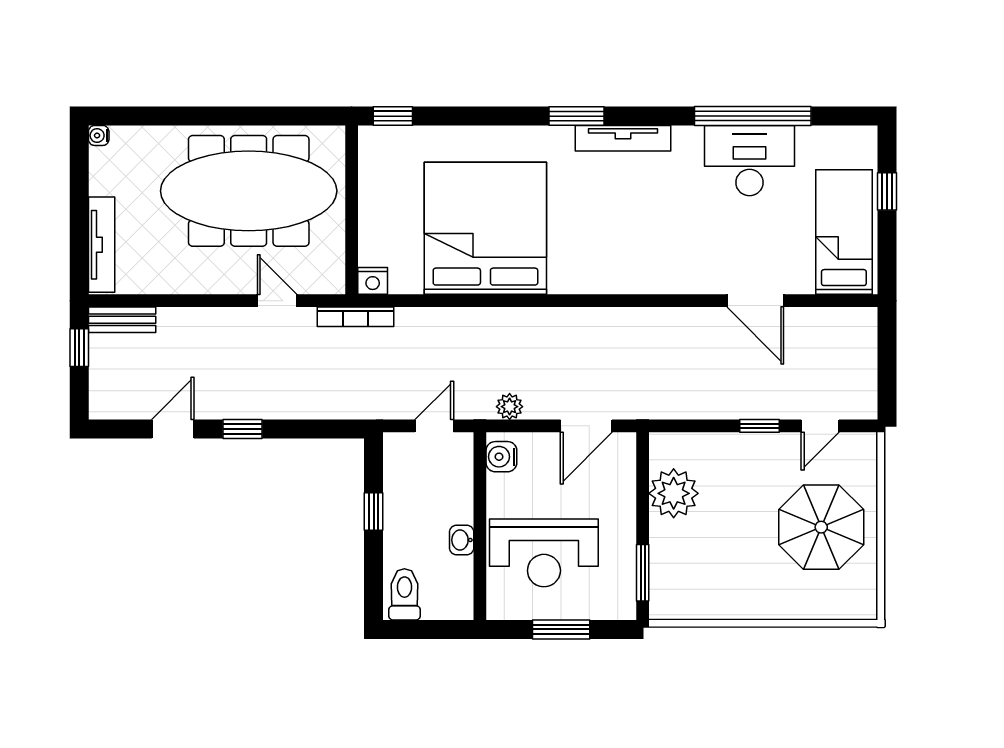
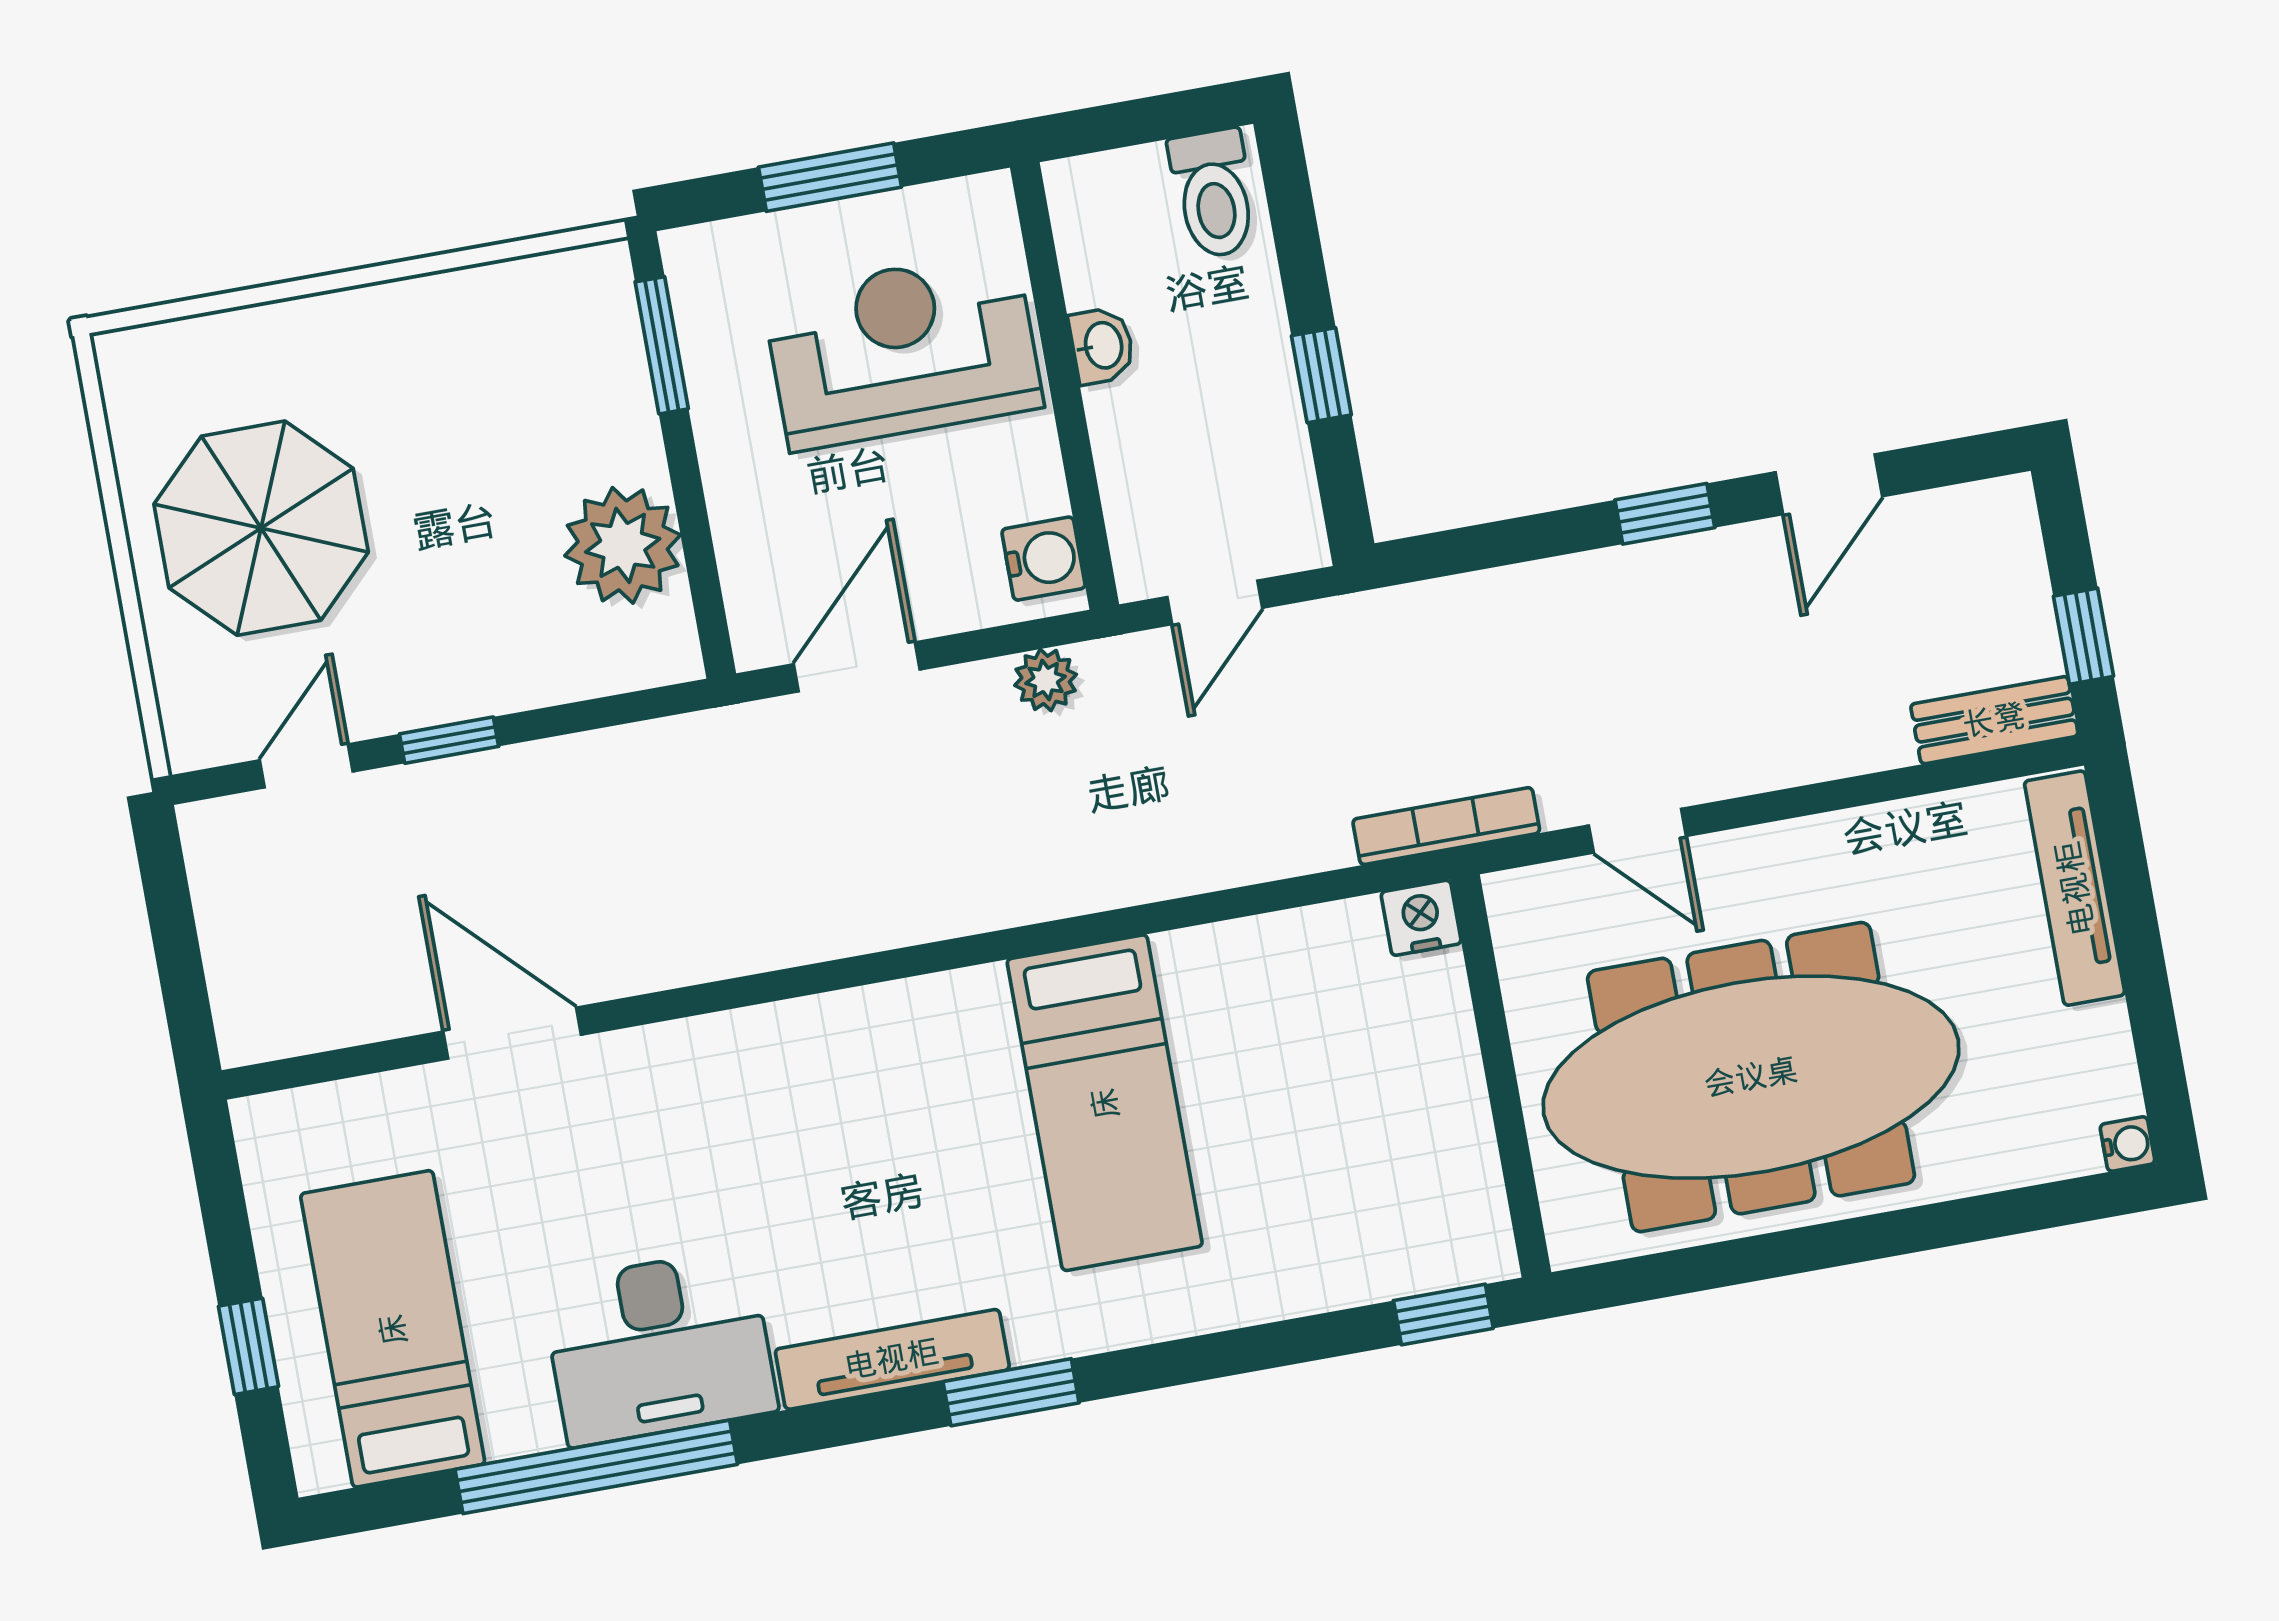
desk: (749, 161) -> (659, 1347), moved
bed: (485, 228) -> (1105, 1103), width x0.49
bed: (844, 232) -> (393, 1329), moved, turned 180

